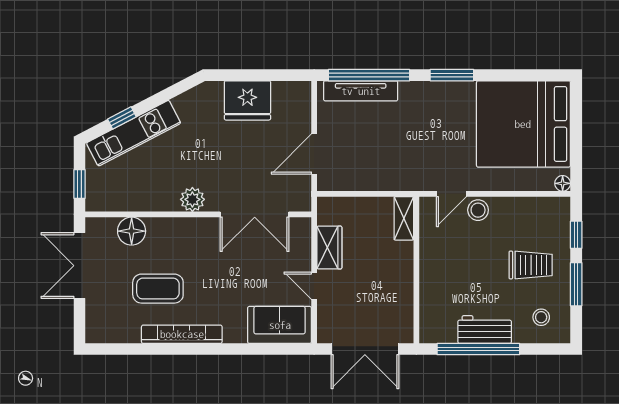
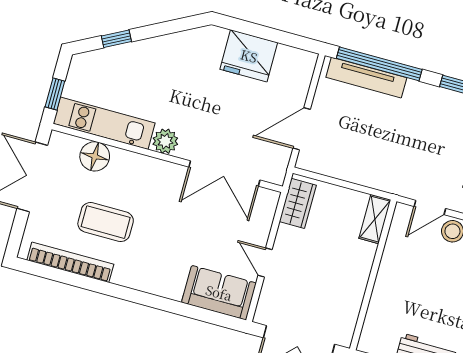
kitchen unit: (134, 133) -> (104, 123), moved, turned -152
wardrobe: (329, 248) -> (298, 203), moved
bookcase: (182, 334) -> (70, 262), moved

